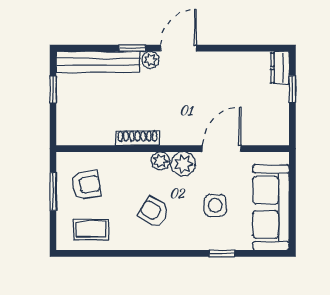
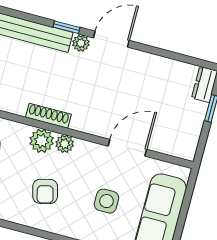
plant: (183, 164) -> (42, 141), moved
armchair: (154, 212) -> (45, 191), turned -135

